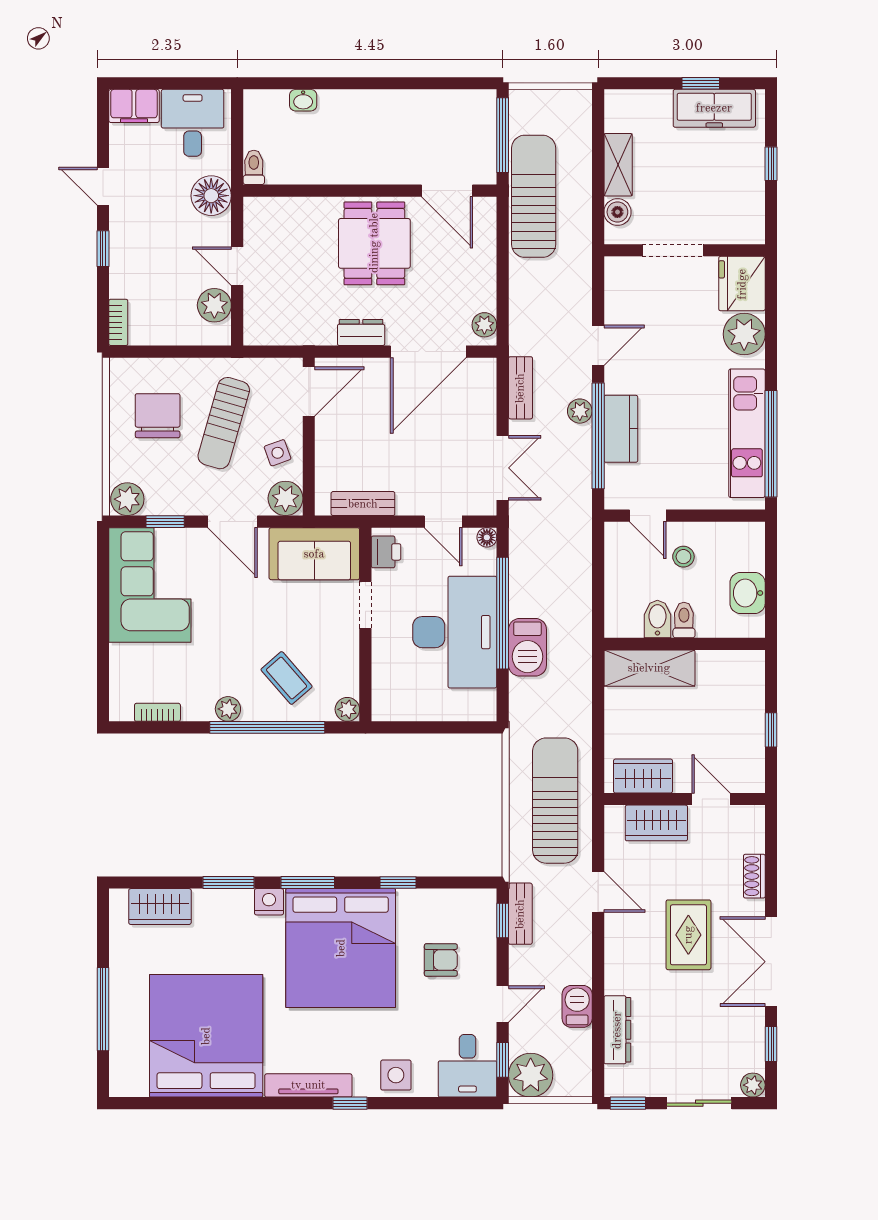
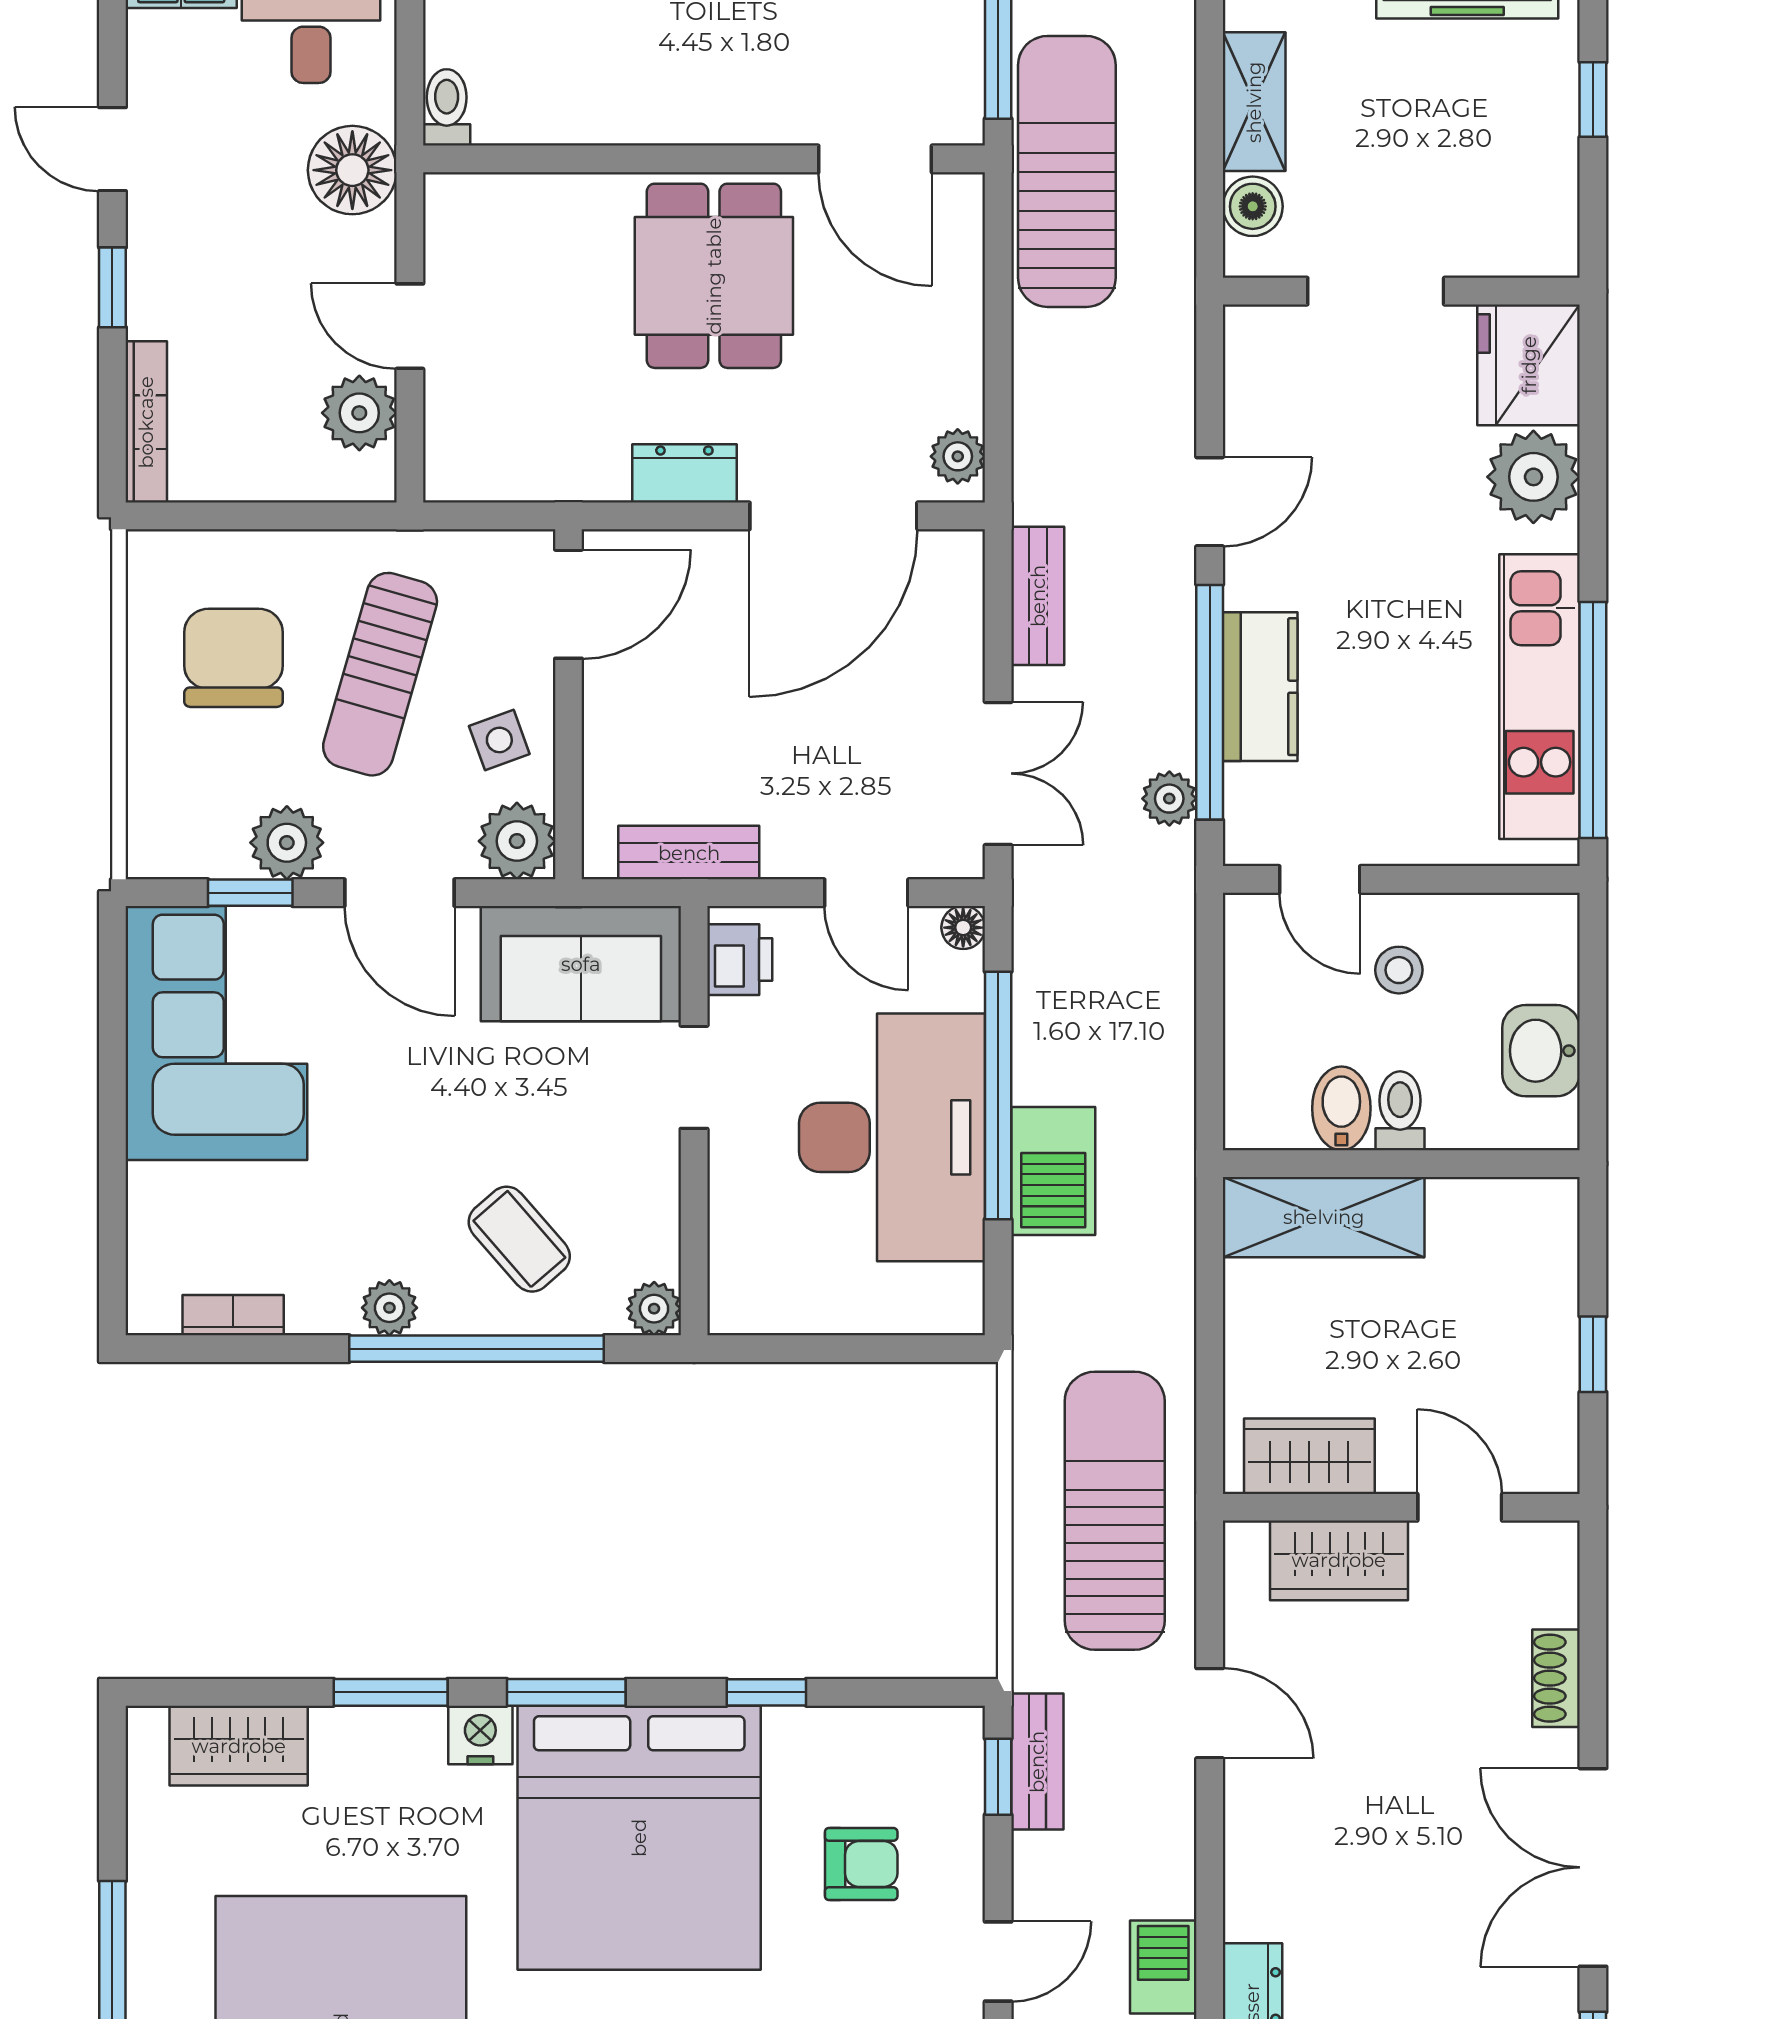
bookcase: (118, 322) -> (146, 422), width x1.56
plant: (580, 411) -> (1169, 799), moved
plant: (127, 499) -> (287, 843), moved
rug: (688, 935) -> (1410, 1808), removed

